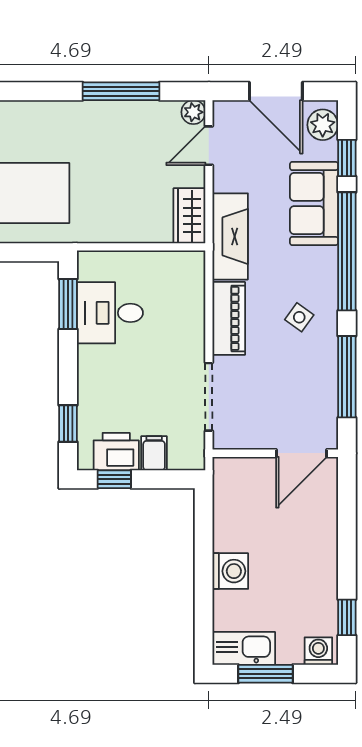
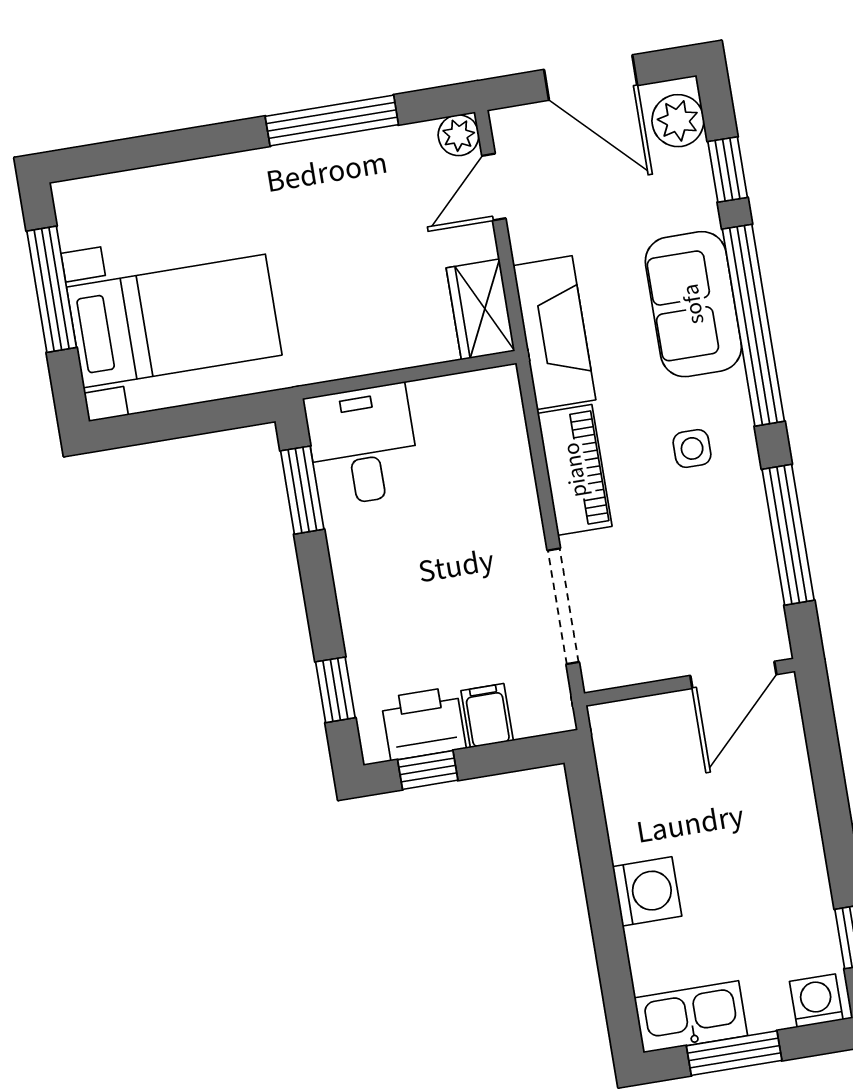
sofa: (314, 203) -> (693, 304), moved
desk: (110, 313) -> (363, 445), moved, turned 90
side table: (299, 317) -> (692, 448), turned -36

